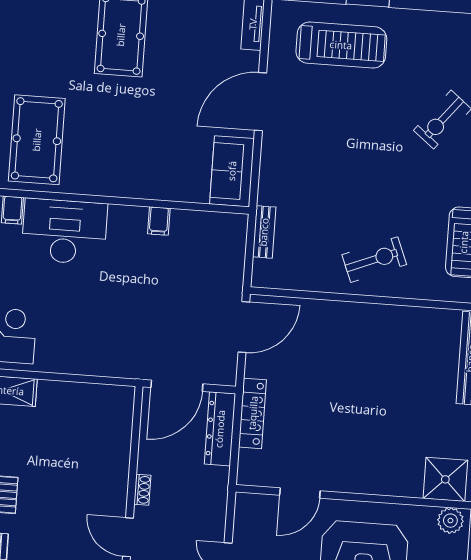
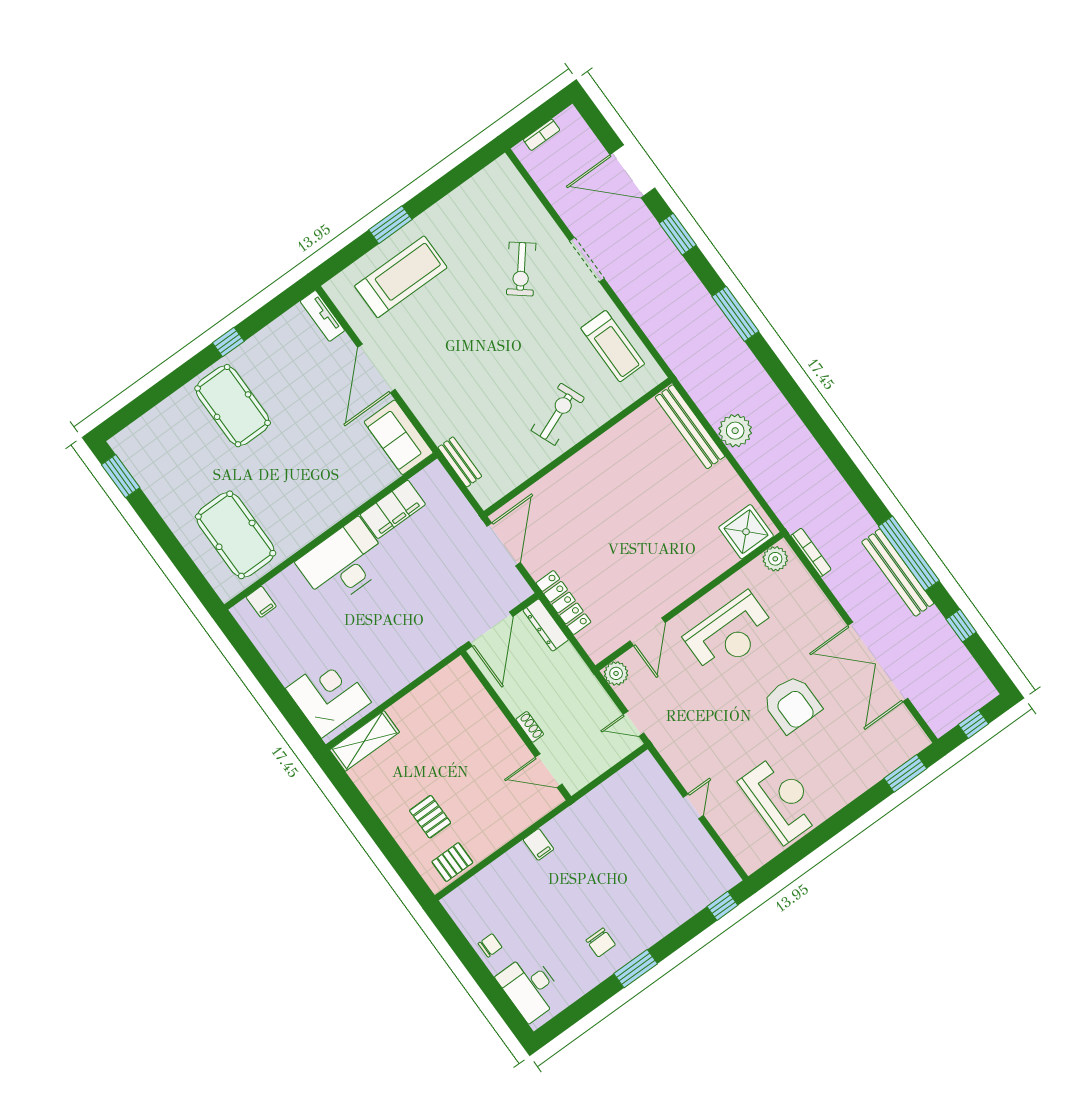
filing cabinet: (159, 221) -> (393, 509), width x3.00, depth x1.17
desk: (64, 232) -> (344, 563), moved
dresser: (220, 429) -> (546, 625), width x0.73, depth x0.80
plant: (247, 505) -> (616, 673), added

